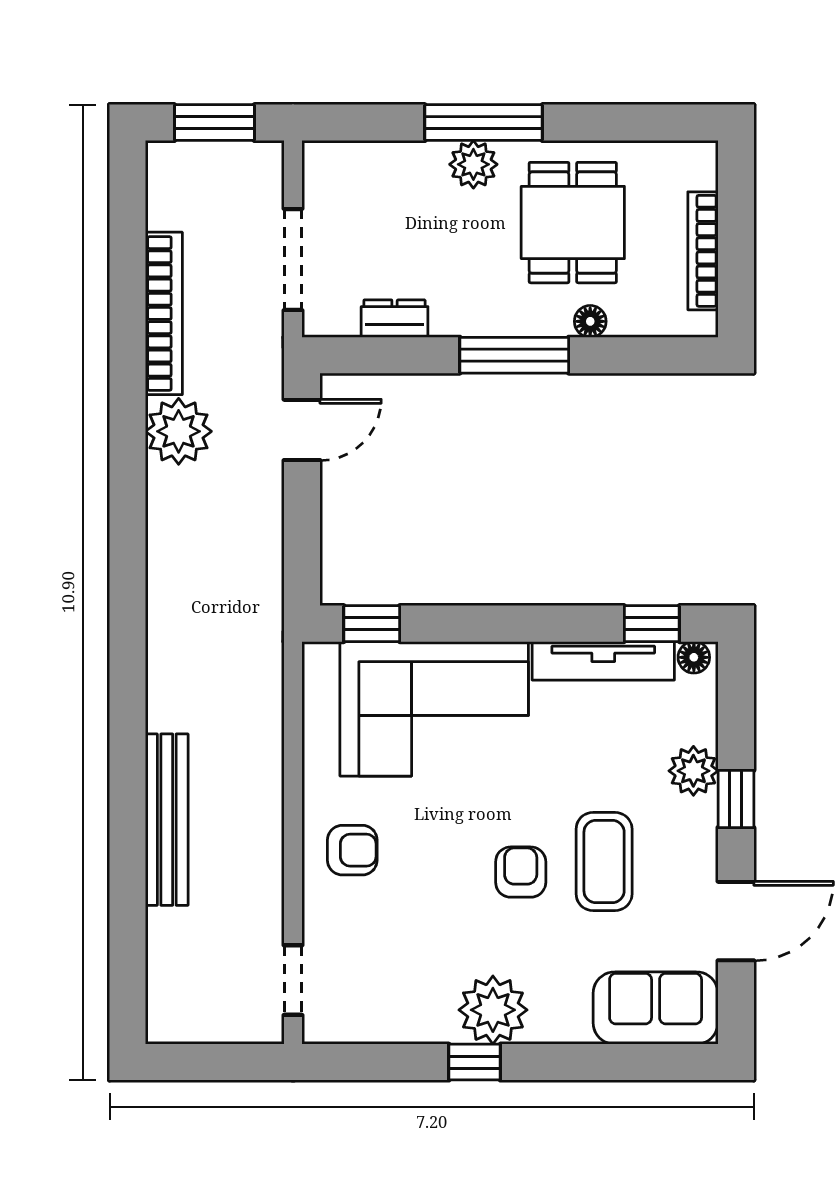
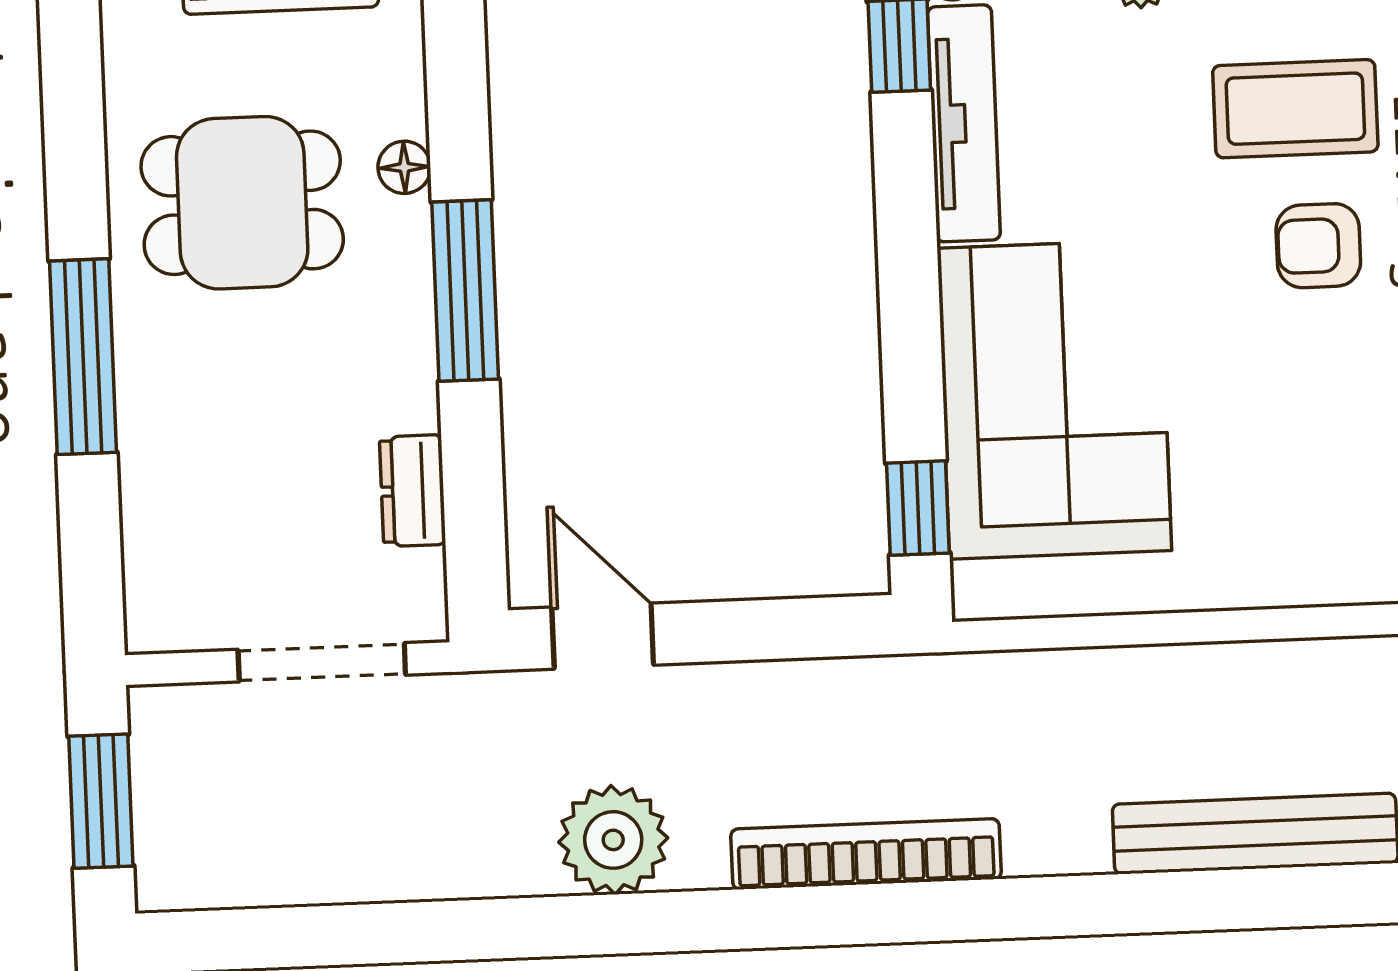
plant: (473, 164) -> (153, 371), removed
bookcase: (164, 313) -> (866, 854), moved
armchair: (352, 850) -> (1293, 525), removed

